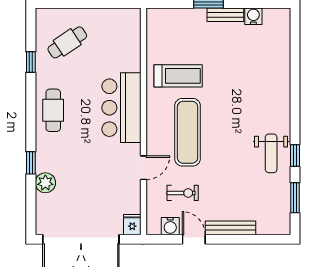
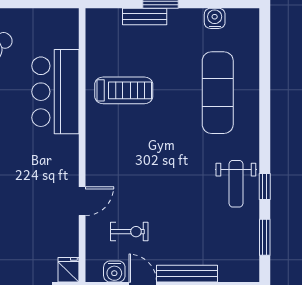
bench: (225, 15) -> (145, 17), moved
bar counter: (121, 108) -> (55, 92), moved
exercise mat: (188, 132) -> (218, 93), moved

